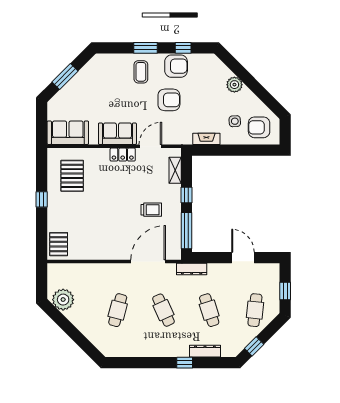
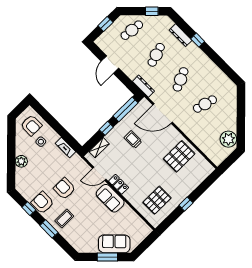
sofa: (68, 133) -> (114, 244), moved, turned 135
pallet: (59, 244) -> (179, 156), moved, width x1.50, depth x1.42

